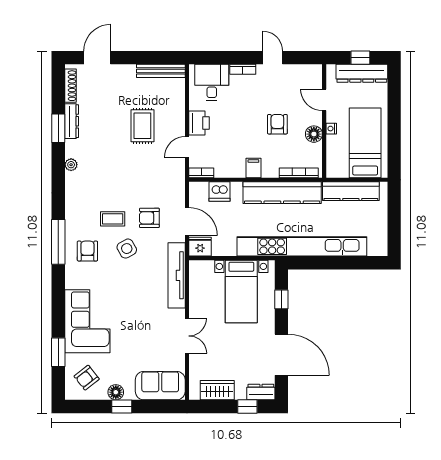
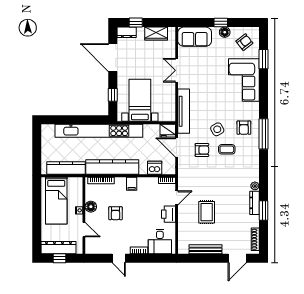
bench: (161, 71) -> (206, 249), moved
dresser: (72, 121) -> (254, 203), moved

